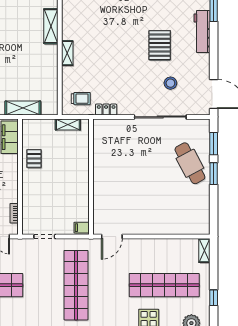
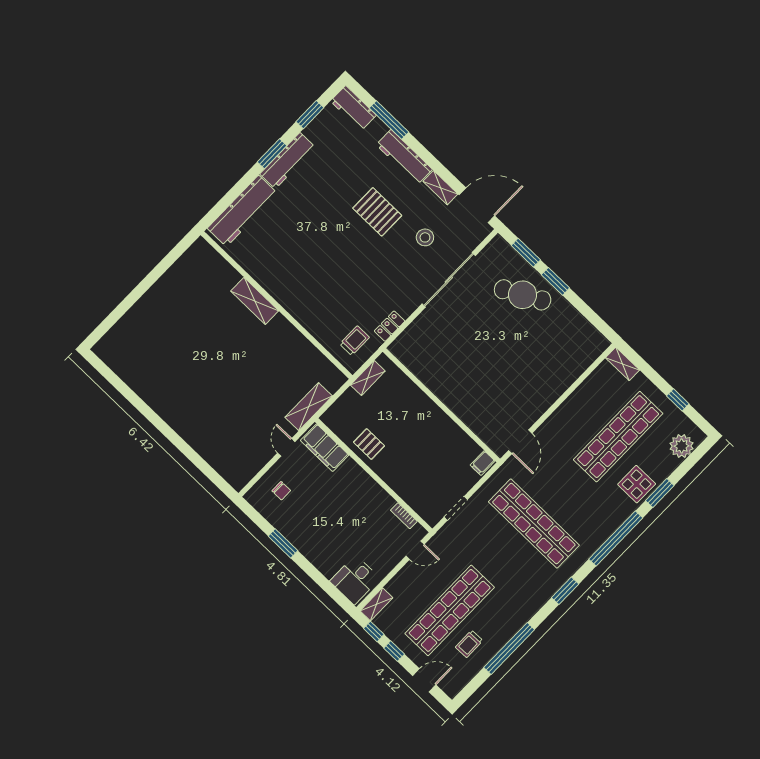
shelving: (67, 53) -> (440, 188), moved

